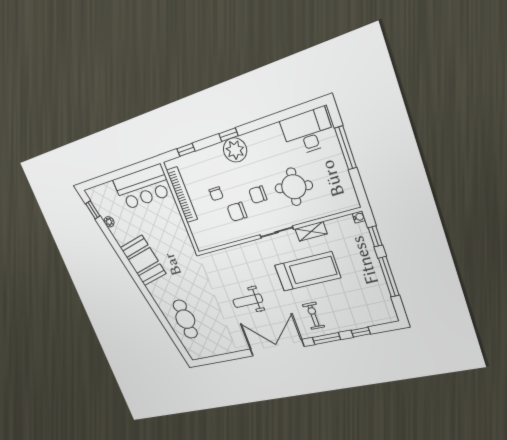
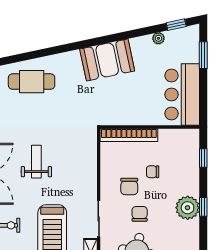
window: (105, 179) -> (203, 55), added
bookcase: (182, 195) -> (129, 135), moved
chair: (237, 212) -> (129, 186), turned 180

